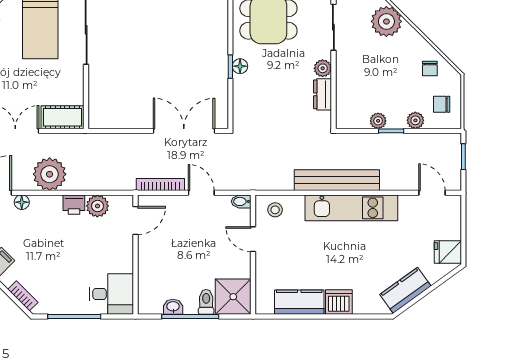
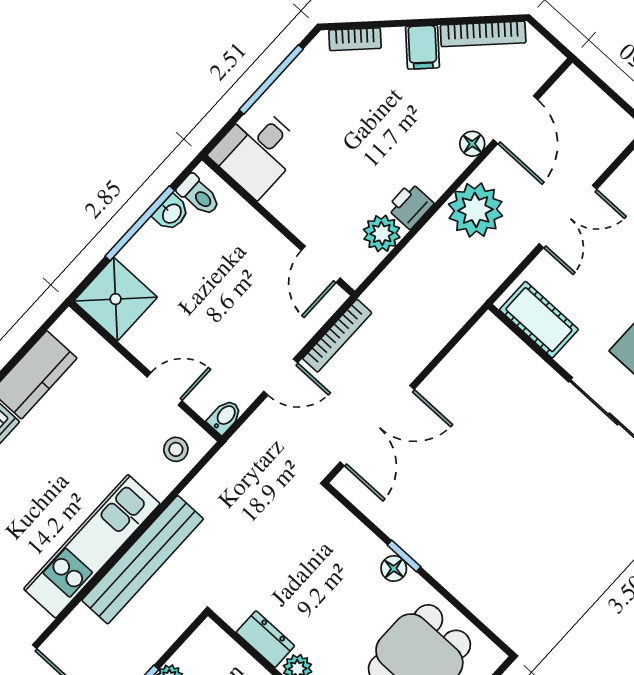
cot: (63, 117) -> (539, 320), moved, turned 90
toilet: (206, 302) -> (199, 195), moved

